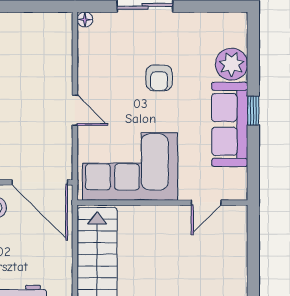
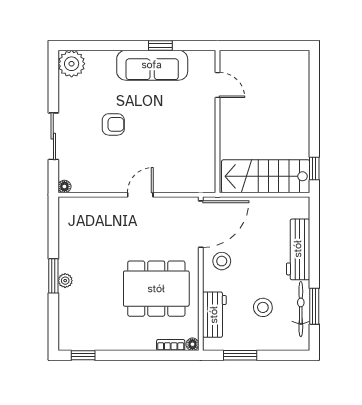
plant: (232, 64) -> (72, 64), moved
window: (253, 111) -> (160, 46), moved
corner sofa: (130, 166) -> (187, 149), removed

